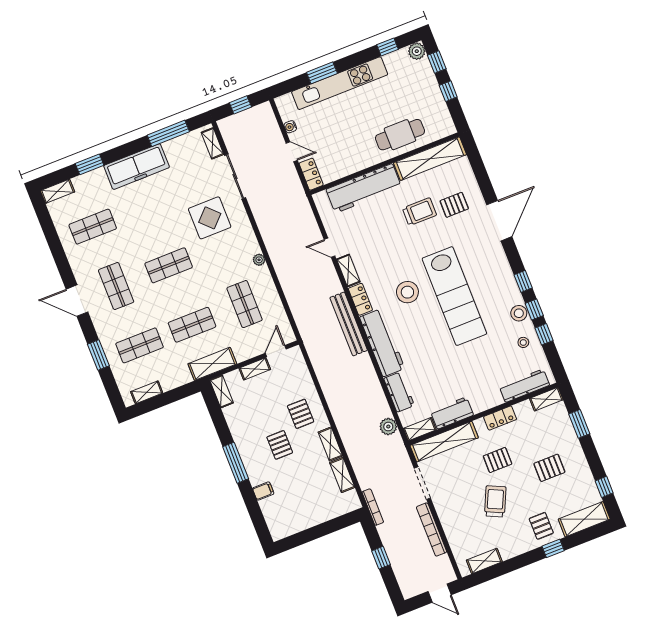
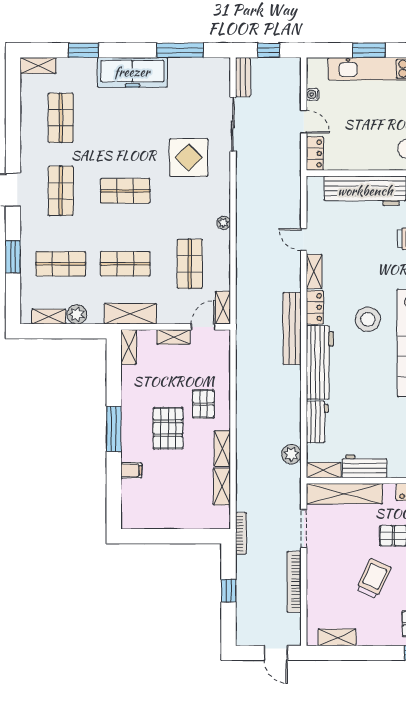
bench: (228, 135) -> (243, 77), added
shelving: (212, 143) -> (223, 308), moved
shop shelf: (93, 227) -> (61, 118), turned 90
plant: (169, 381) -> (77, 314), added
pallet: (280, 445) -> (168, 428), width x1.50, depth x1.42

